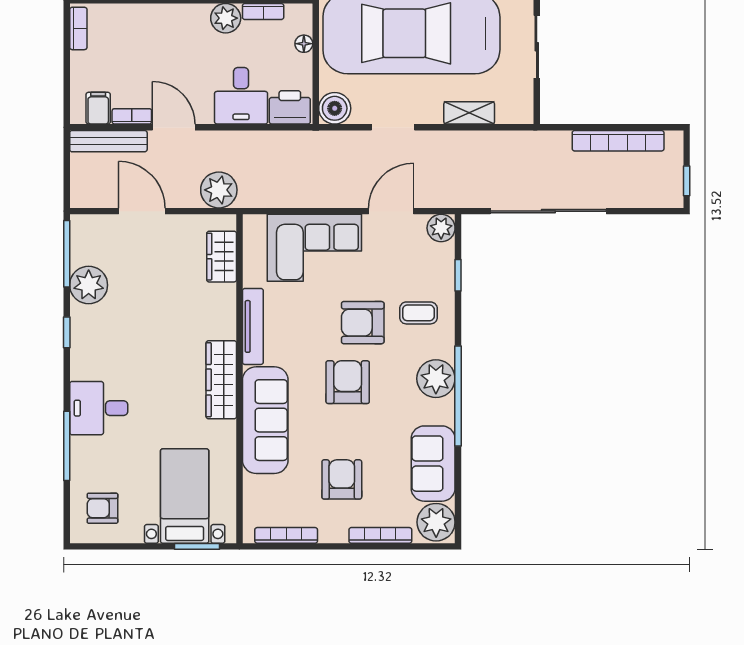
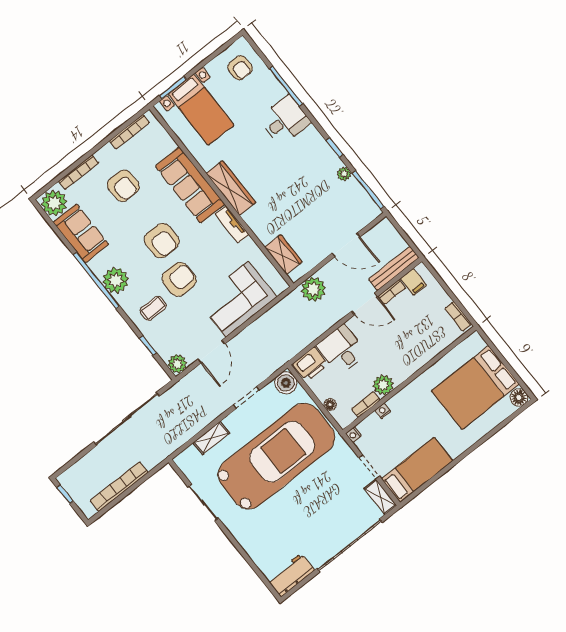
plant: (89, 285) -> (344, 174), width x0.53, depth x0.53
tv unit: (253, 326) -> (232, 224), width x0.71
armchair: (102, 508) -> (240, 68), turned 90

